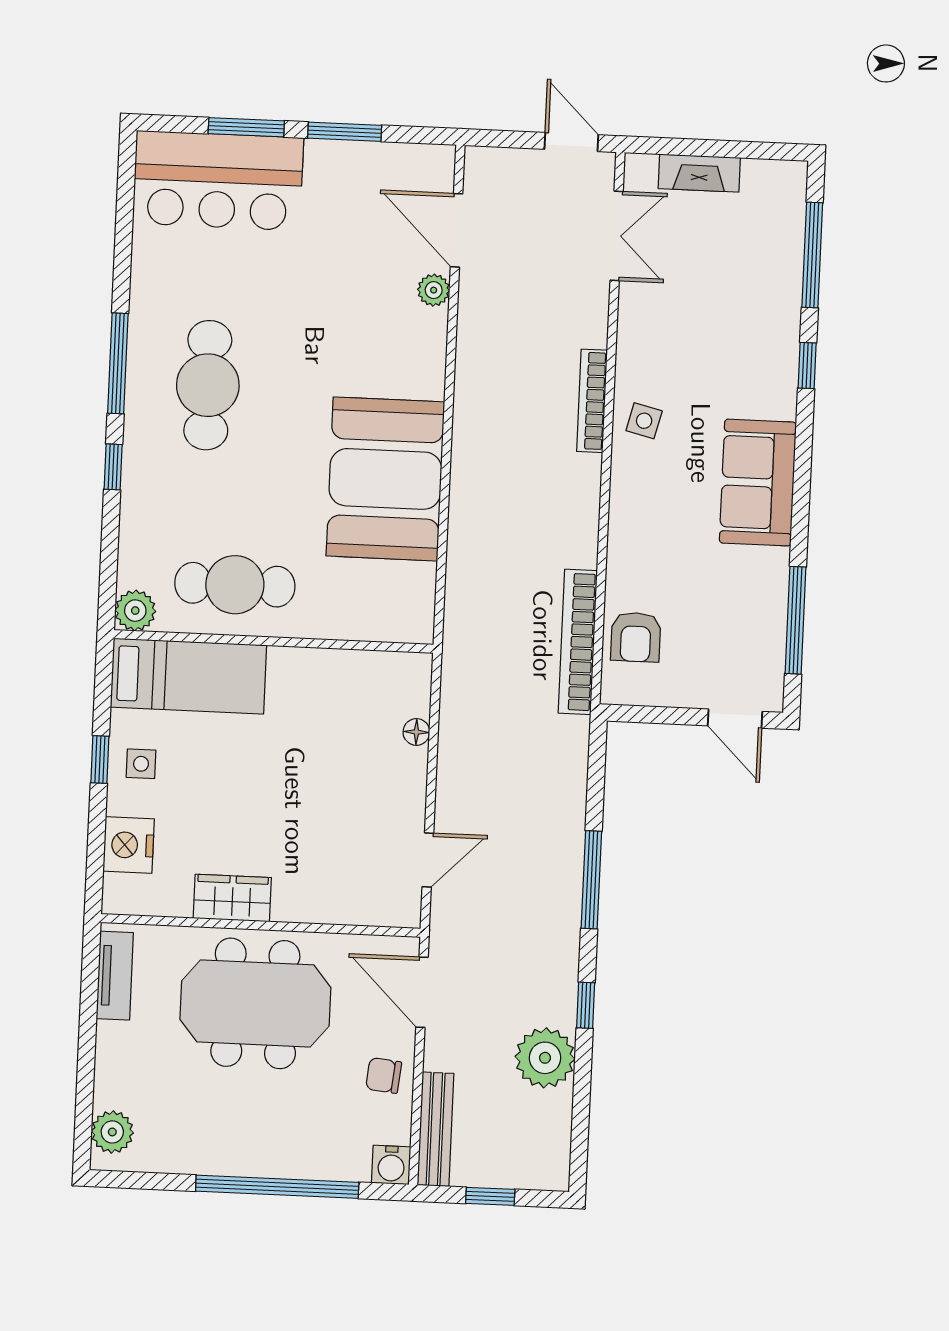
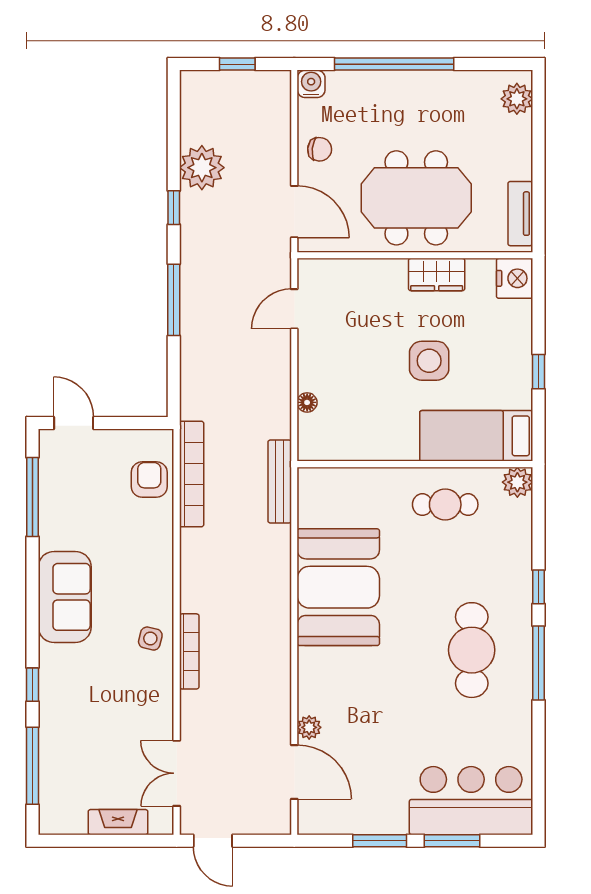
cafe table: (235, 585) -> (445, 505), width x0.73, depth x0.74
side table: (141, 764) -> (429, 361), moved, width x1.87, depth x1.87
nightstand: (129, 845) -> (515, 278), moved
bench: (436, 1129) -> (280, 481), moved

